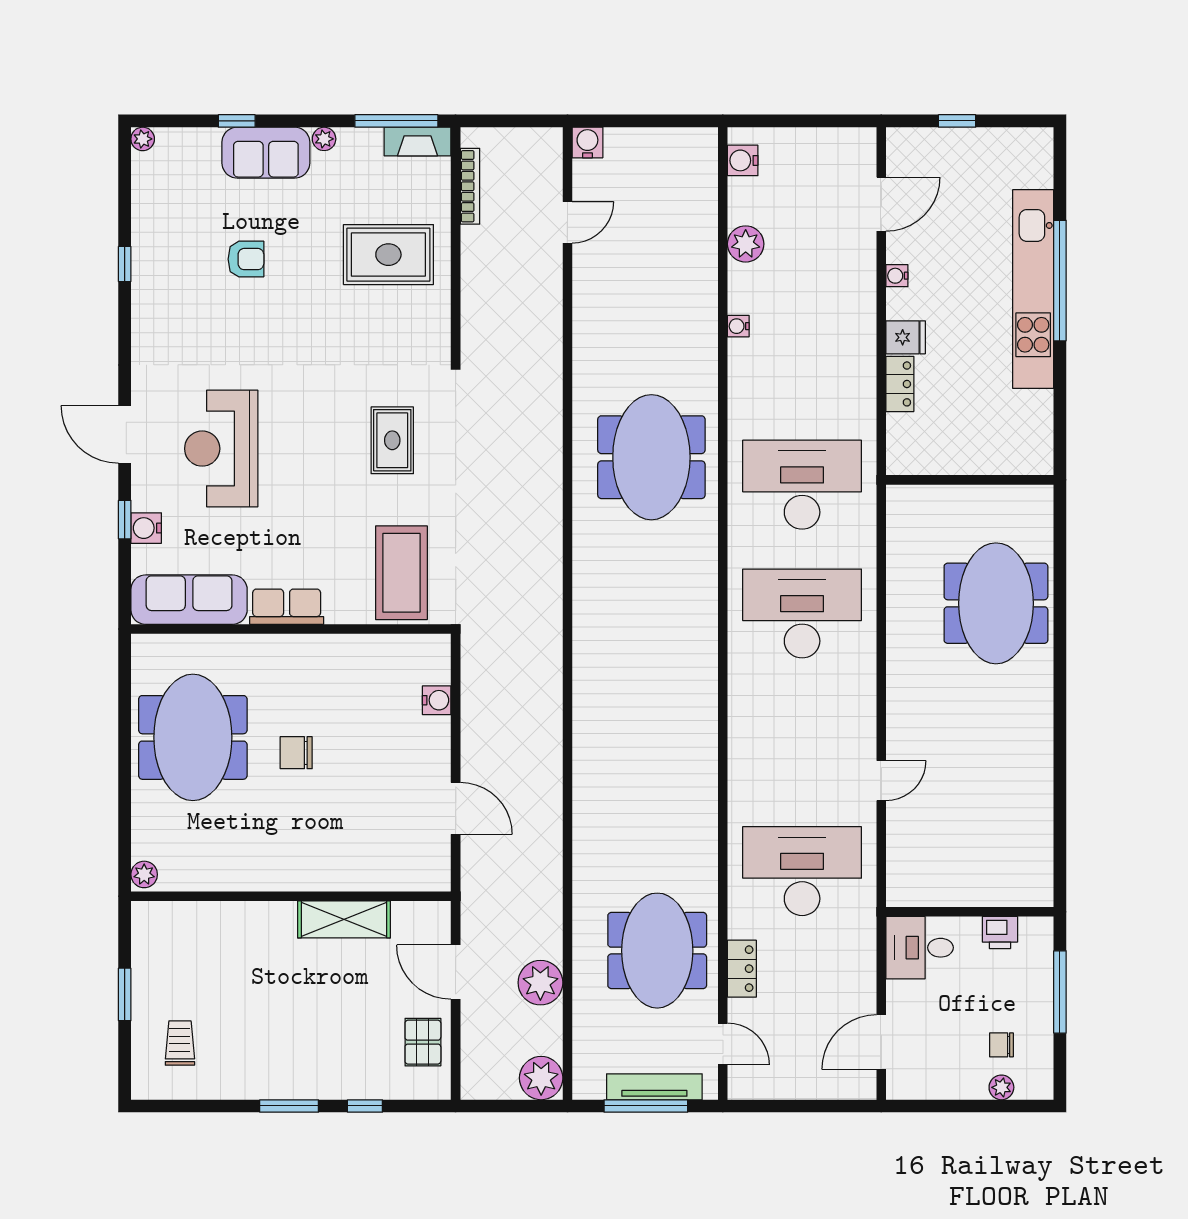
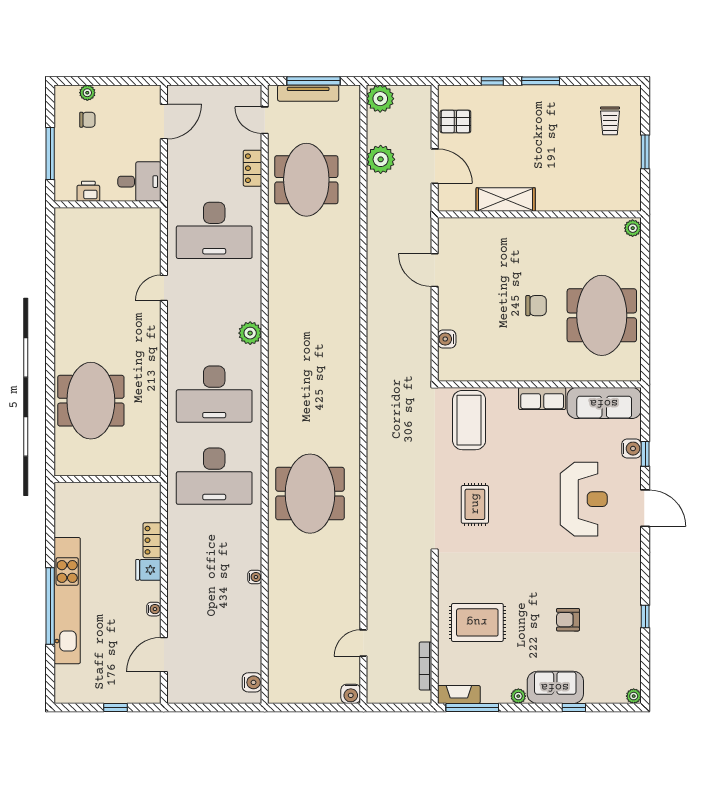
plant: (746, 244) -> (250, 333), moved
pallet: (423, 1042) -> (455, 121), turned 90

